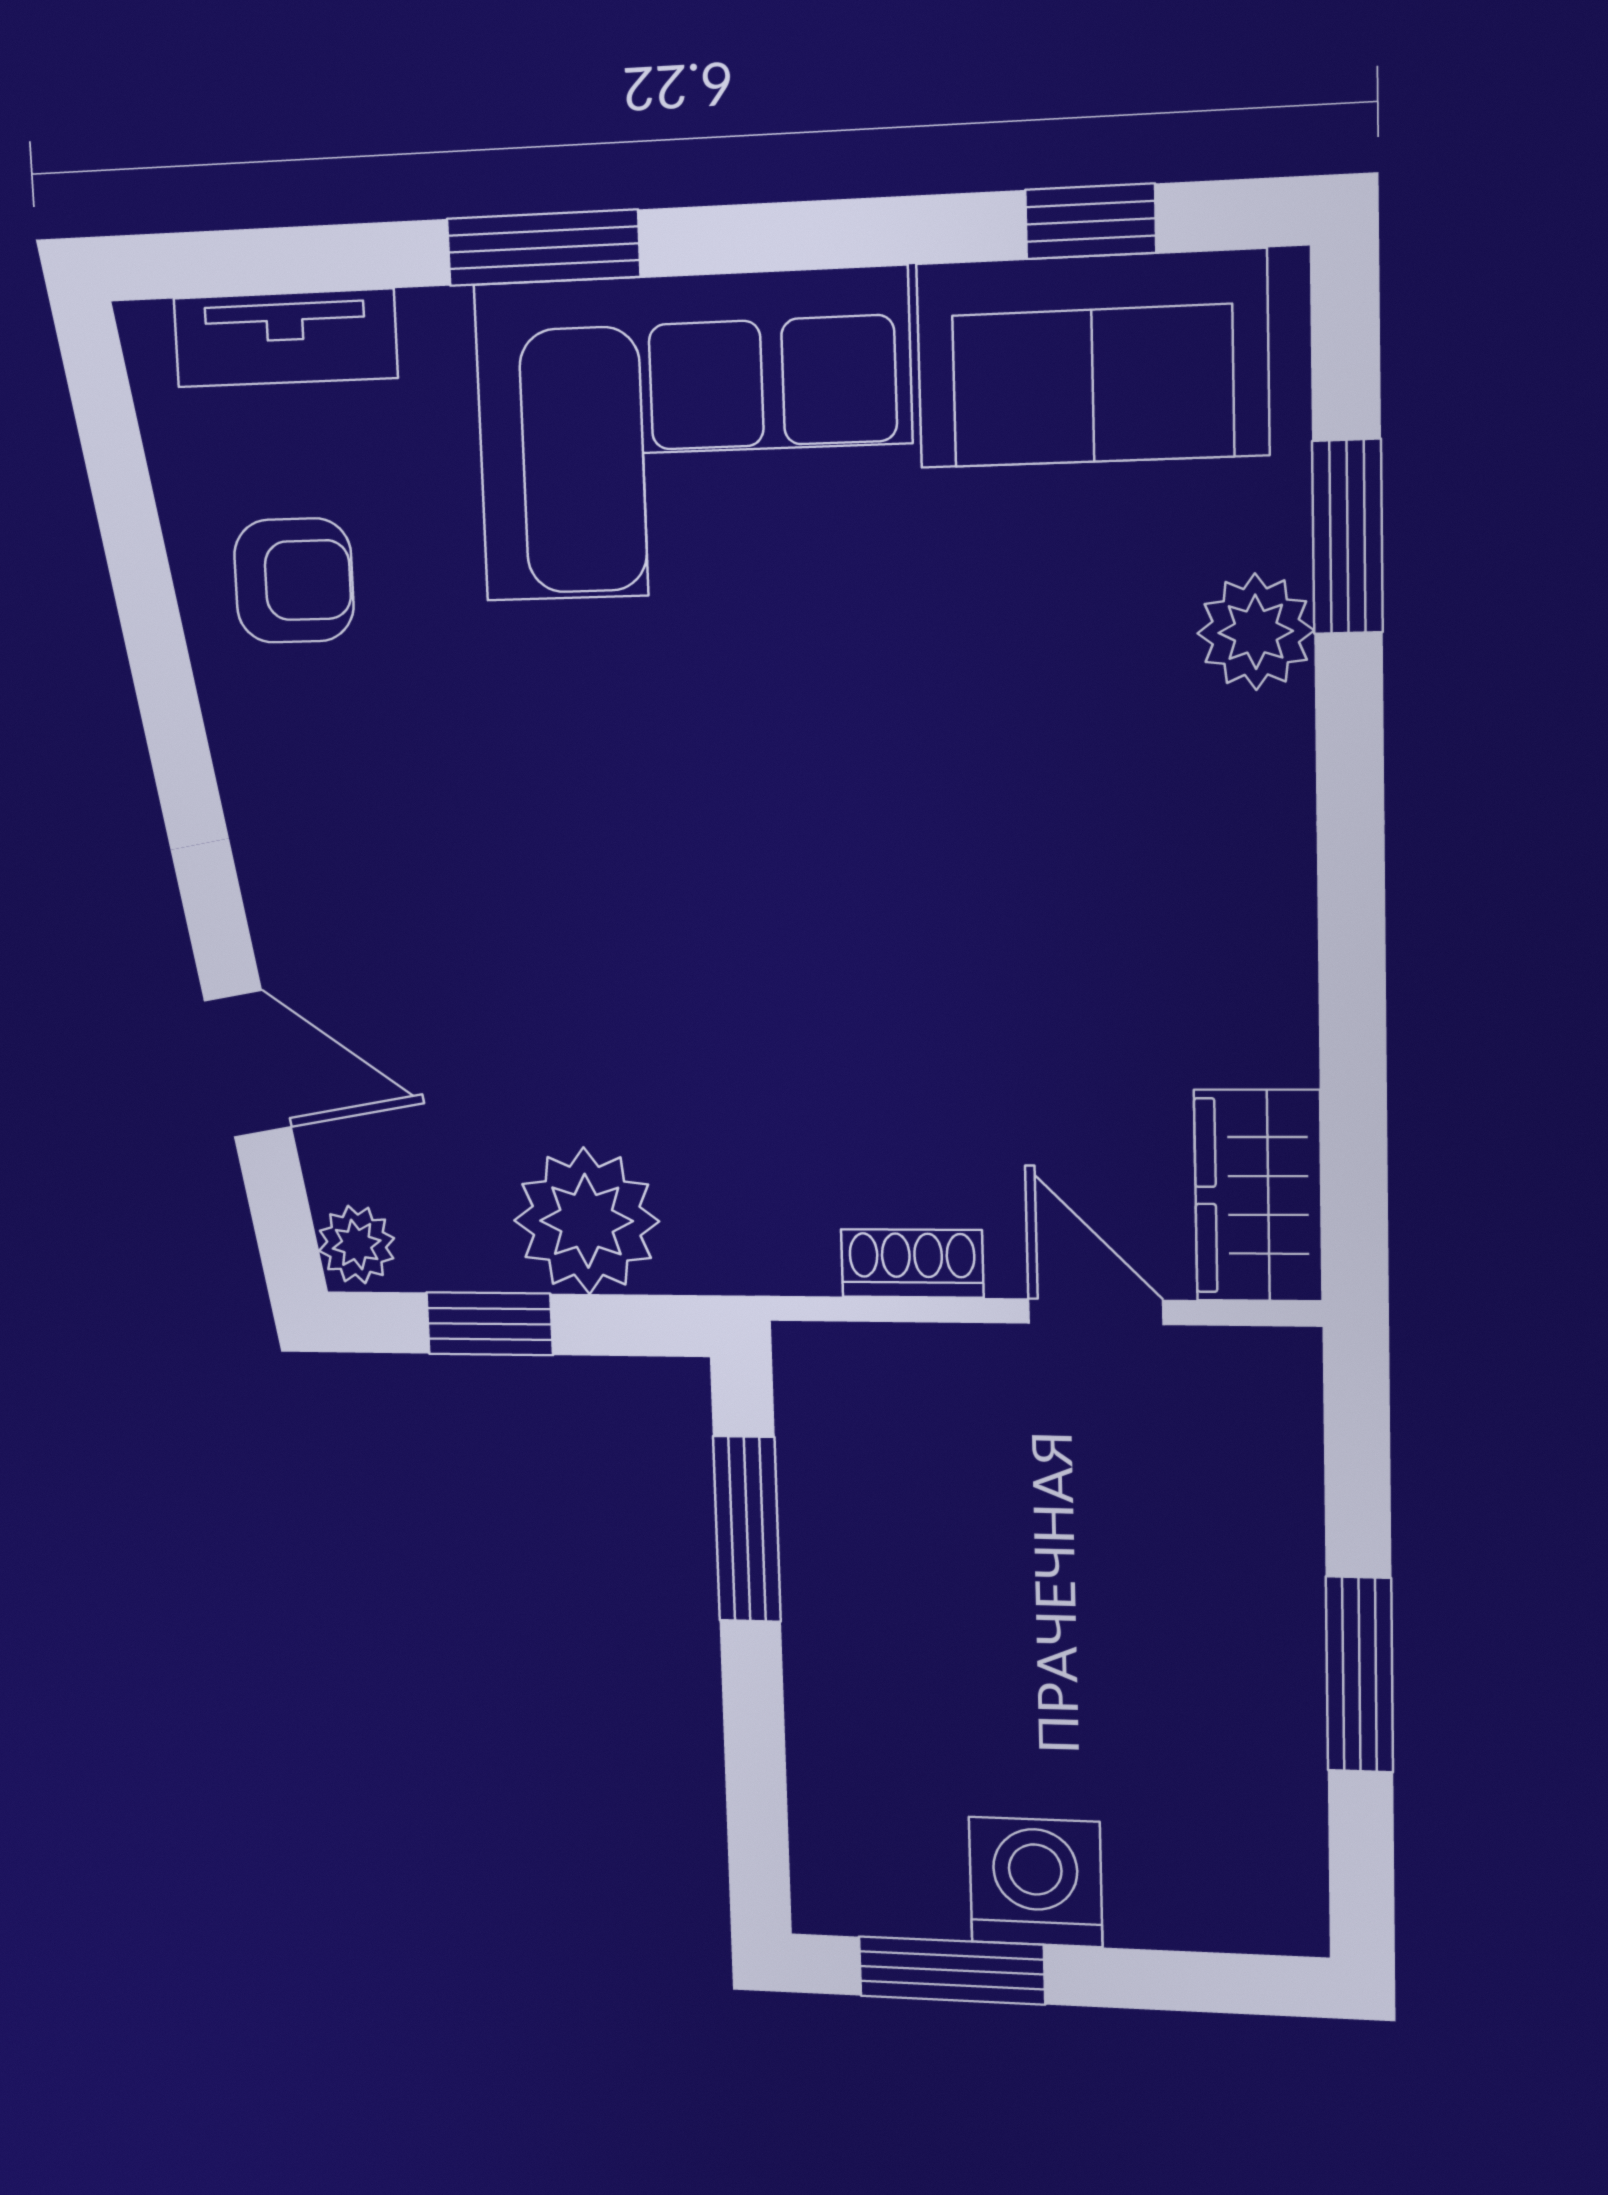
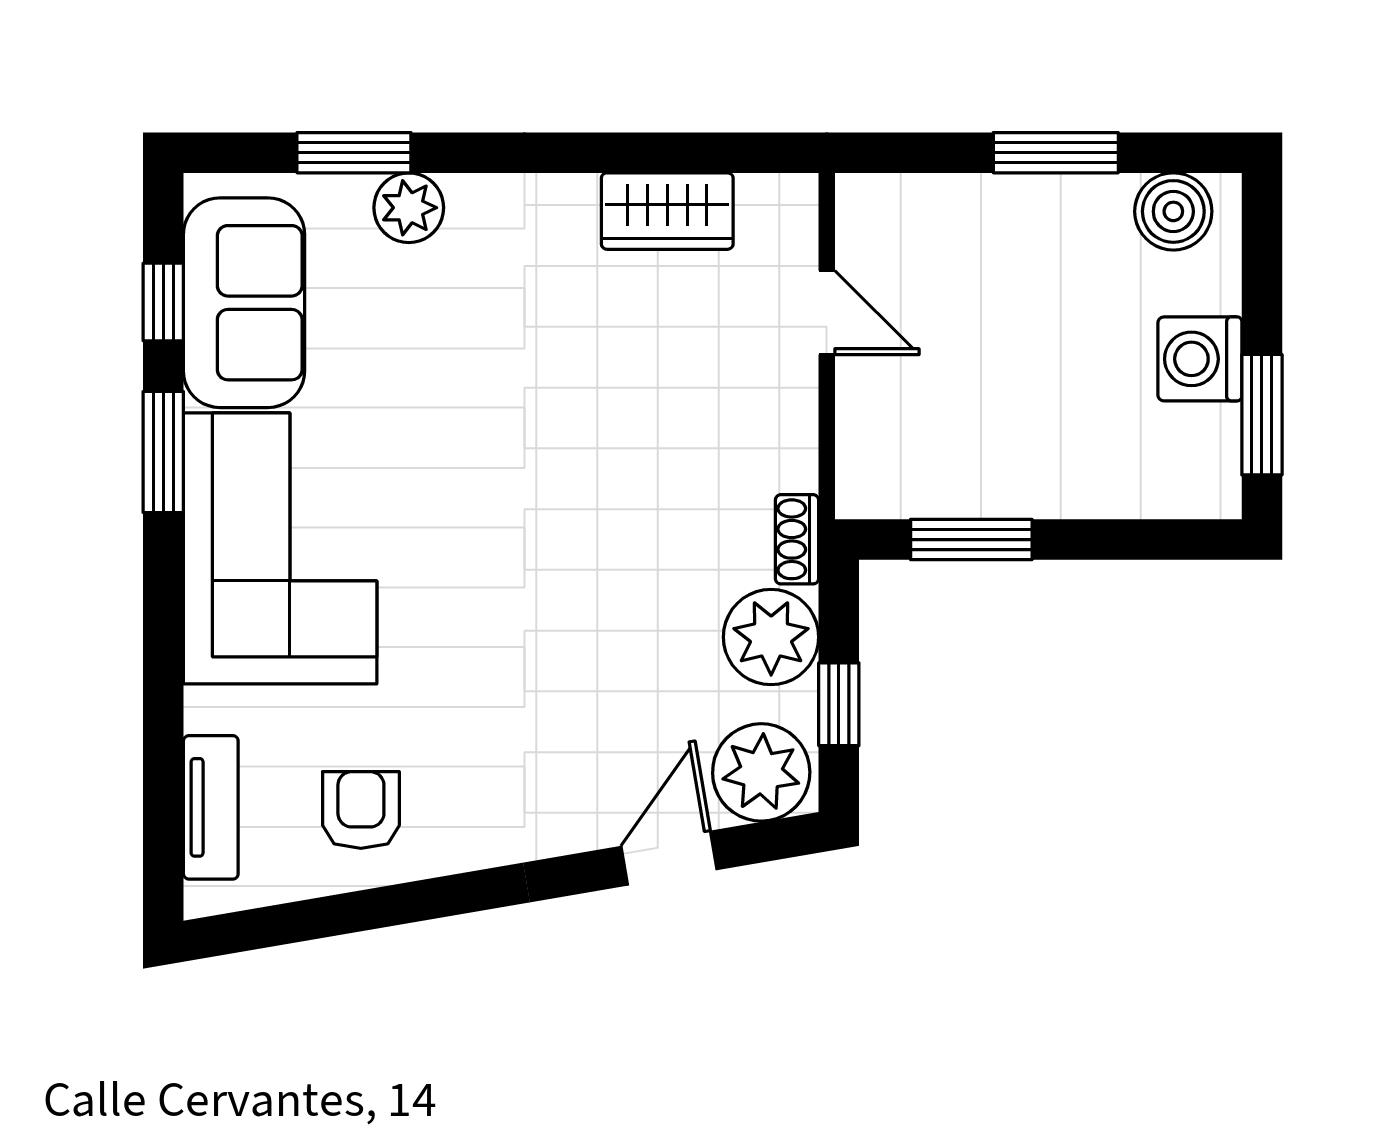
window: (543, 248) -> (163, 452), moved
wardrobe: (1258, 1196) -> (667, 211), moved
plant: (357, 1245) -> (761, 772), width x1.88, depth x1.88
shoe rack: (912, 1263) -> (797, 539), moved
door: (1096, 1312) -> (827, 313), swing flipped
boiler: (1267, 1851) -> (1173, 211), added

